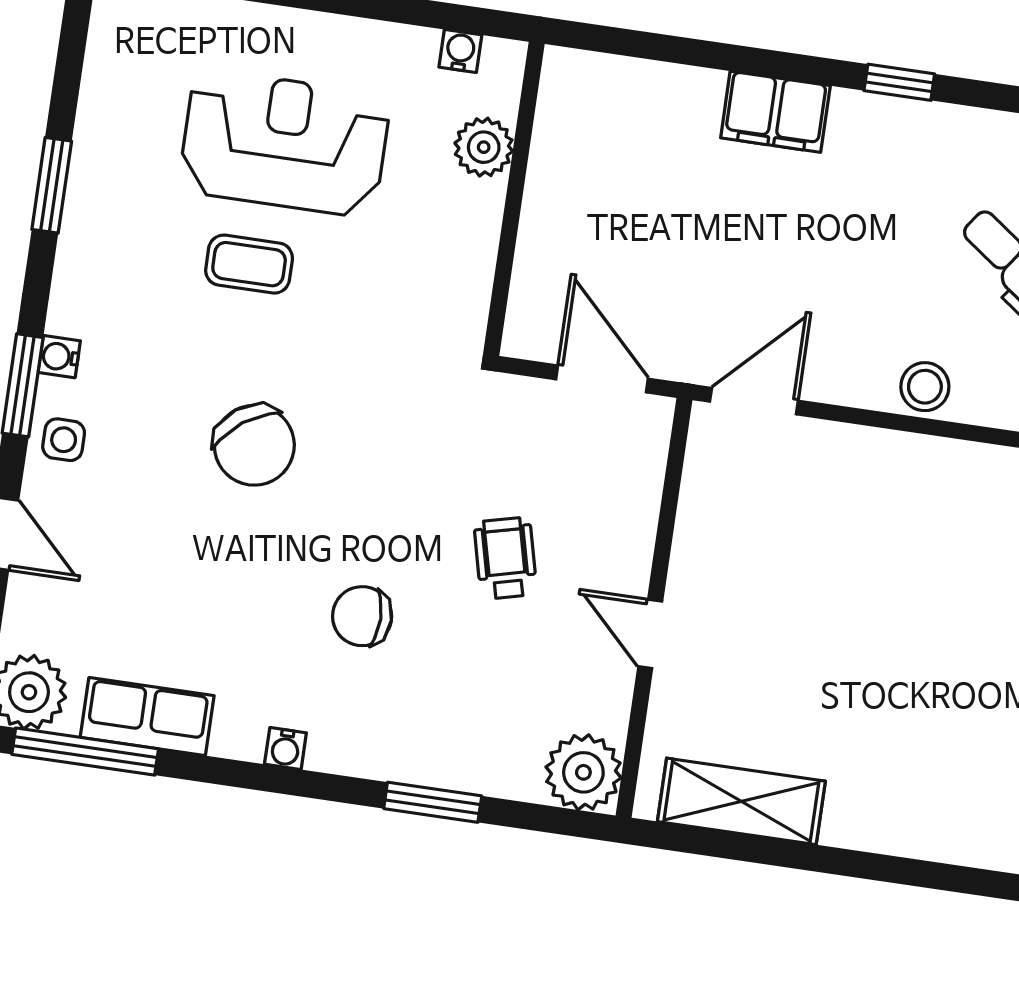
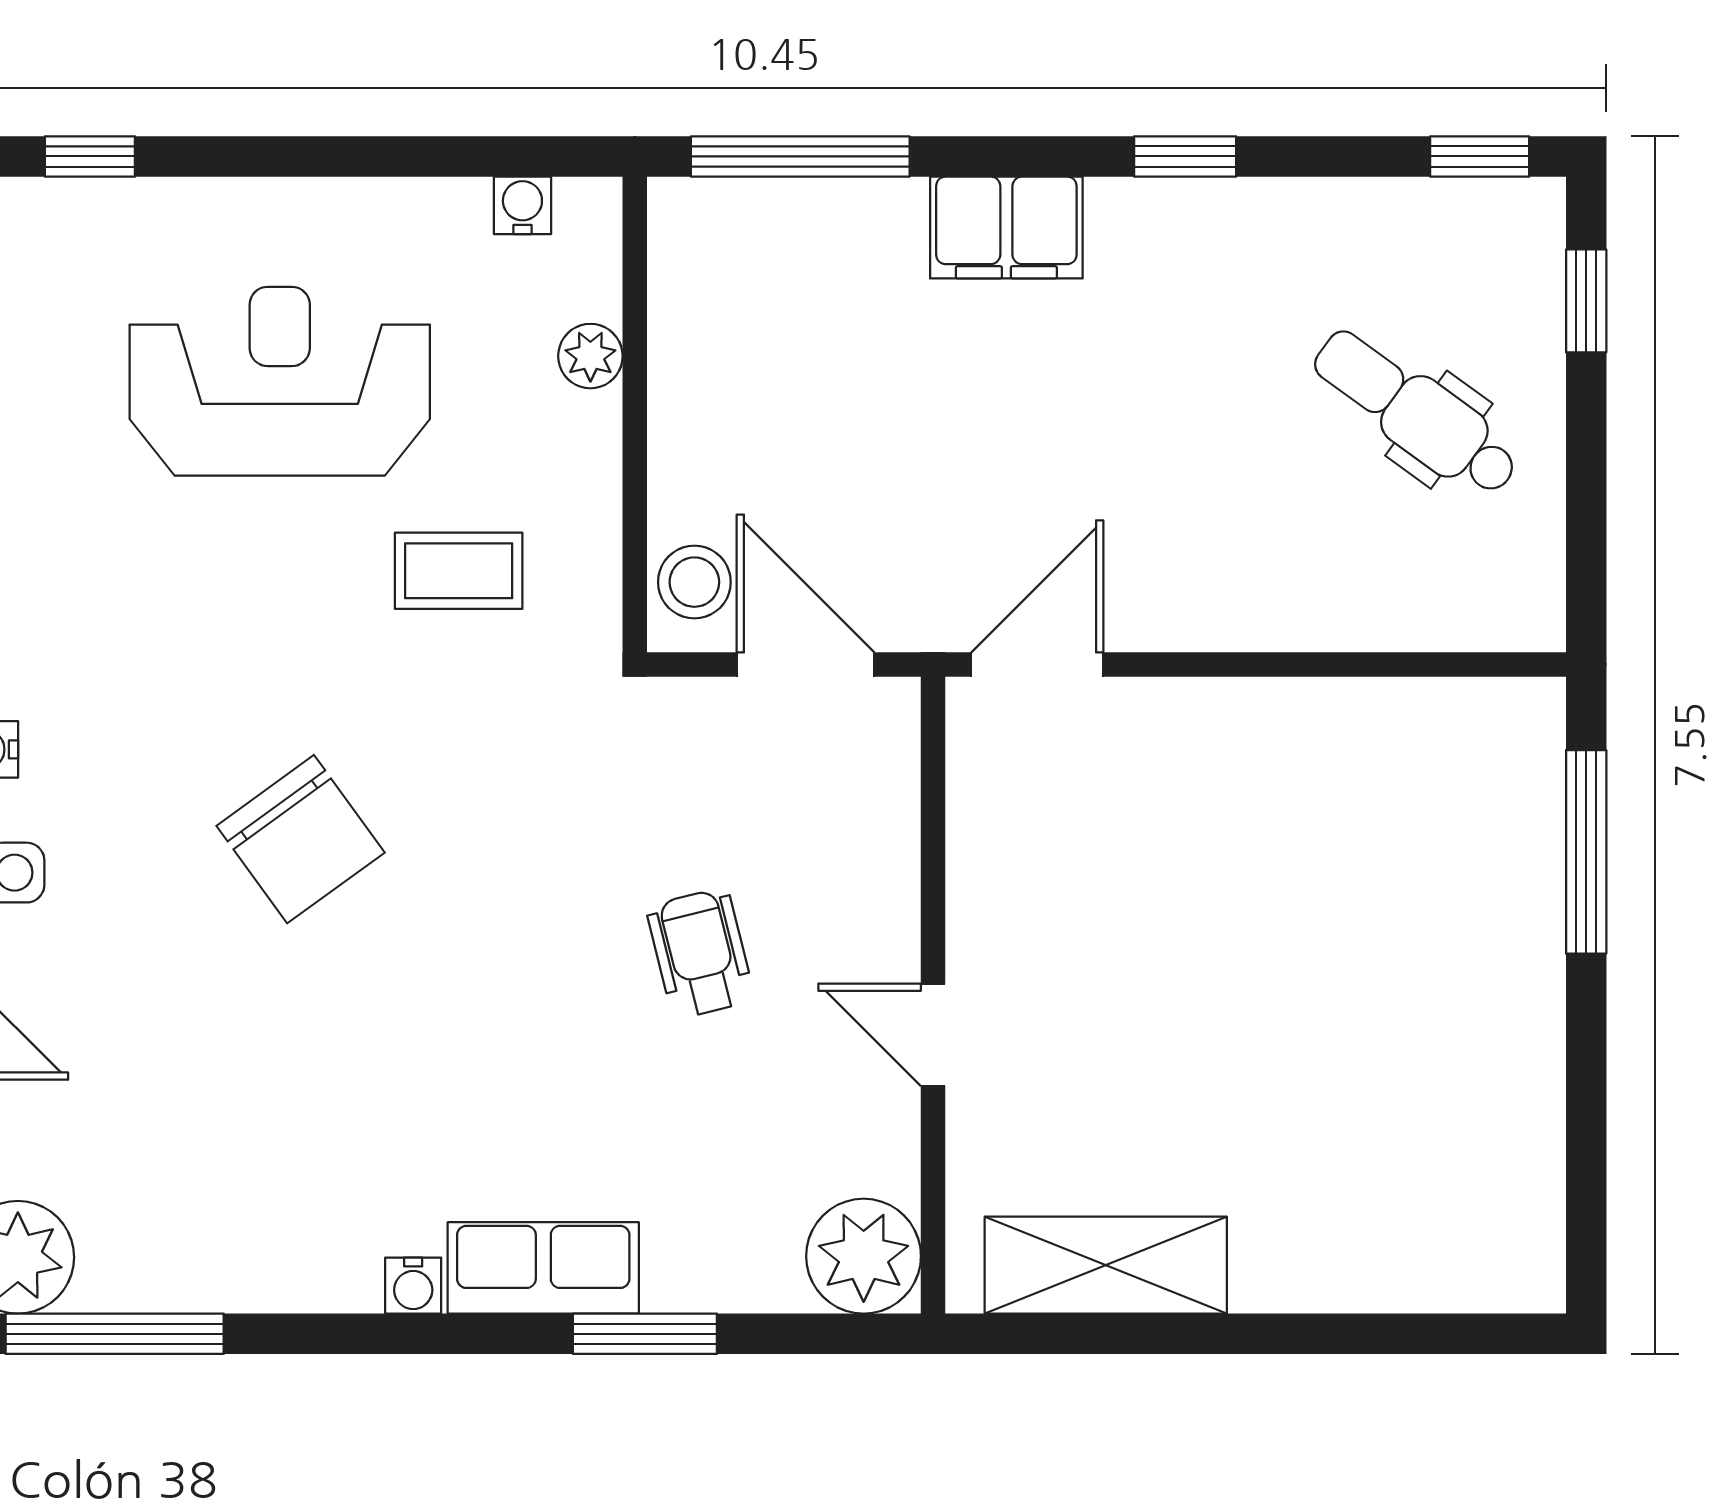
window: (647, 46) -> (800, 156), added
plant: (484, 147) -> (590, 356), width x0.73, depth x0.73
coffee table: (249, 264) -> (459, 571), moved
stool: (925, 387) -> (694, 582), moved
chair: (362, 616) -> (499, 1071), removed
row of seats: (147, 717) -> (543, 1268), moved

